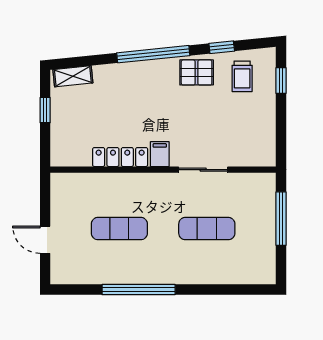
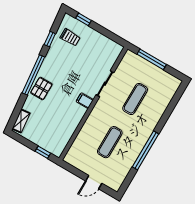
pallet: (197, 72) -> (41, 89), moved
window: (45, 110) -> (43, 152), moved
locker: (120, 157) -> (75, 121), removed

